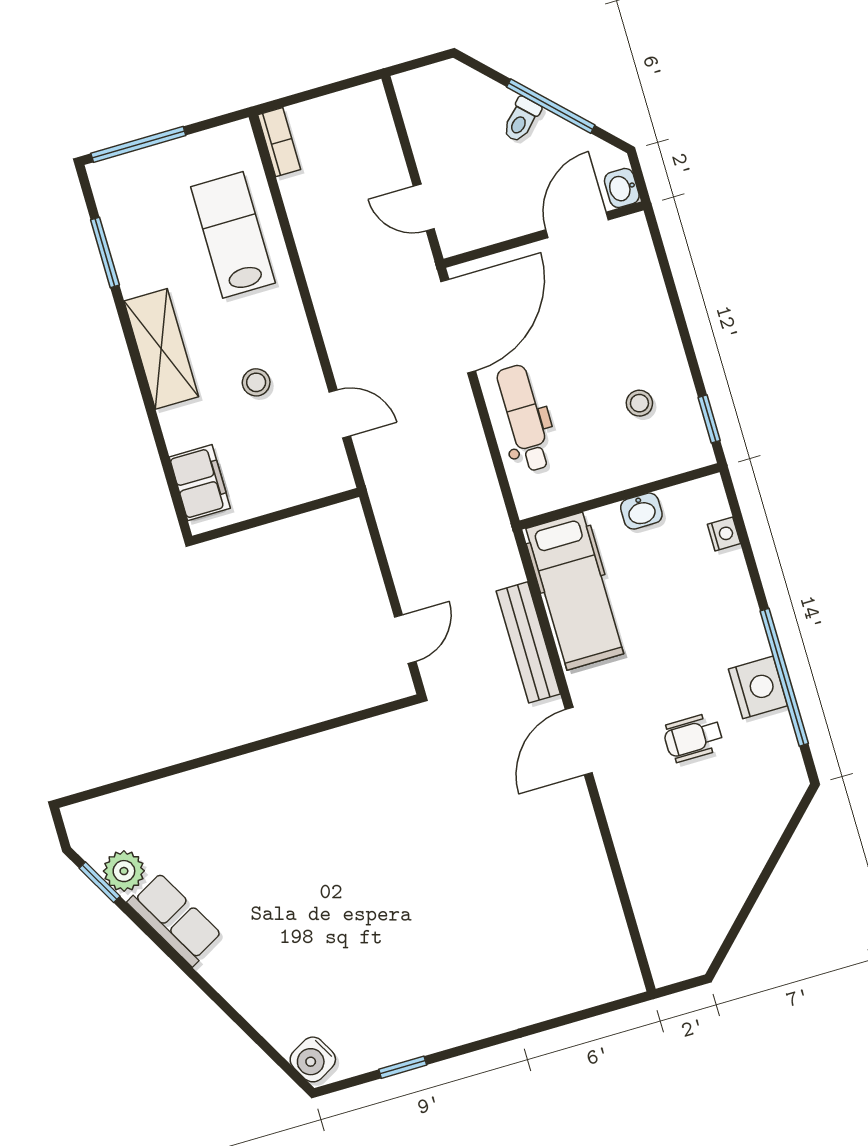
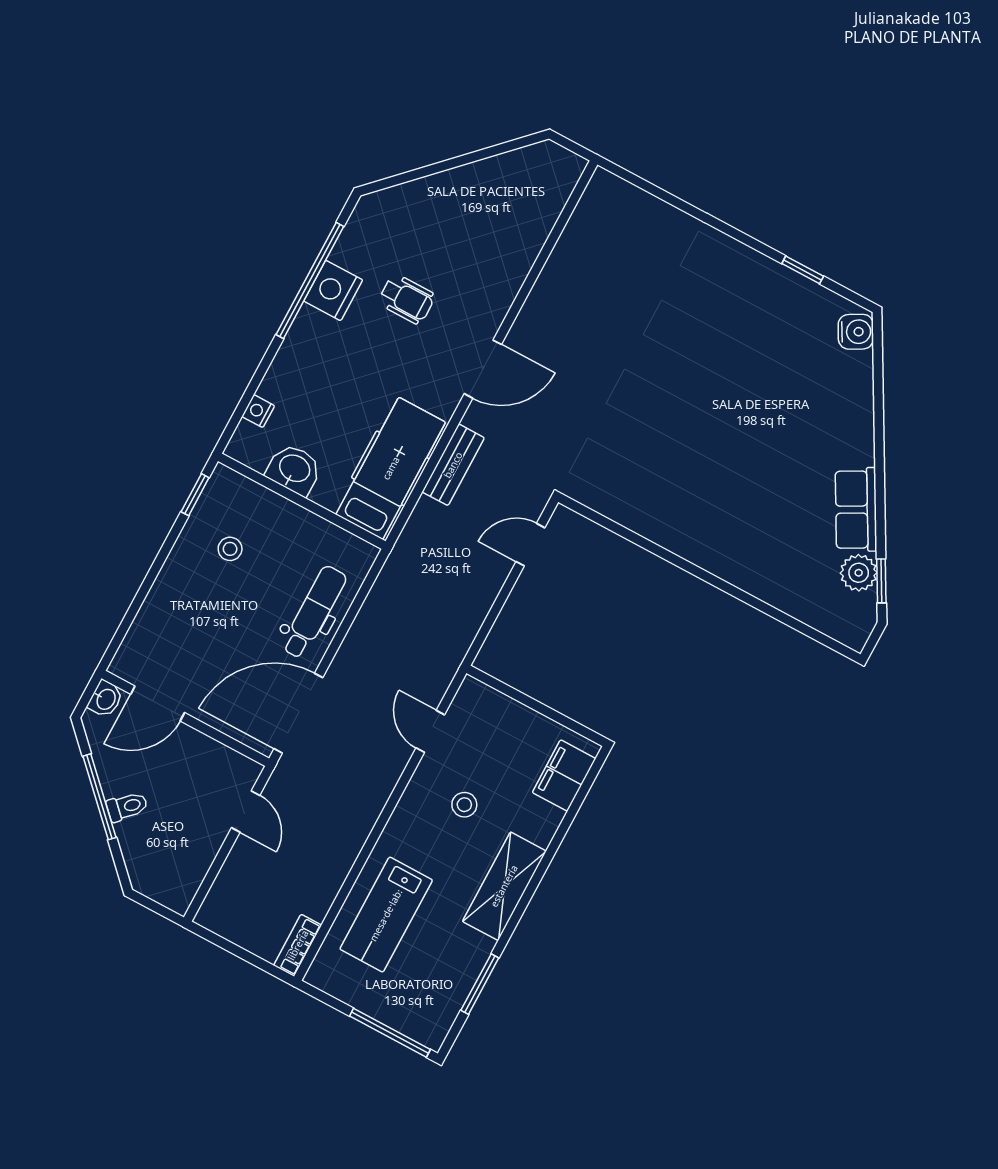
dental chair: (524, 418) -> (314, 612), turned 180
washbasin: (641, 511) -> (294, 469), width x1.38, depth x1.45
bench: (528, 642) -> (453, 465), width x0.73

